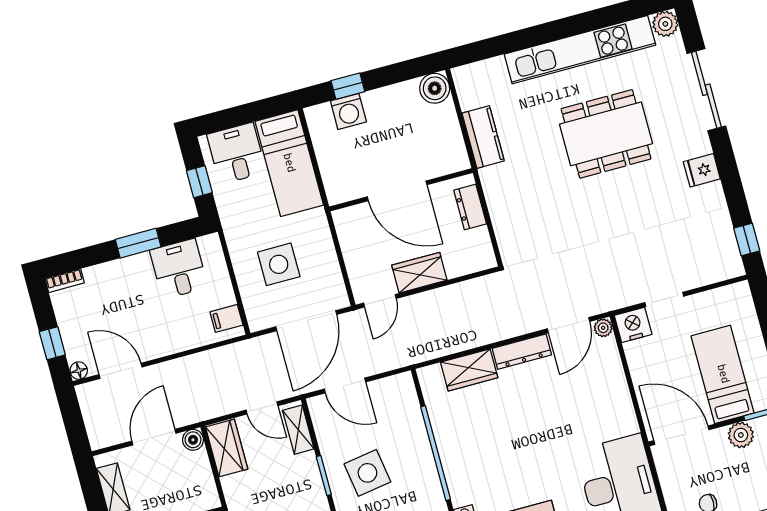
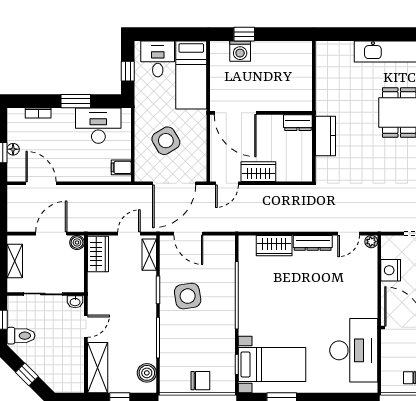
boiler: (435, 88) -> (302, 51), removed
kitchen counter: (483, 137) -> (325, 136), moved
door: (397, 191) -> (235, 113), moved
dresser: (470, 207) -> (298, 123), moved, turned -90
side table: (279, 264) -> (166, 141), turned -31
desk: (179, 269) -> (98, 126), width x1.37
bookcase: (65, 281) -> (38, 113), moved
door: (569, 325) -> (349, 234), width x0.73
nightstand: (633, 325) -> (391, 270), moved, turned -90
floor lamp: (79, 371) -> (13, 149), moved
door: (262, 408) -> (129, 234), swing flipped

